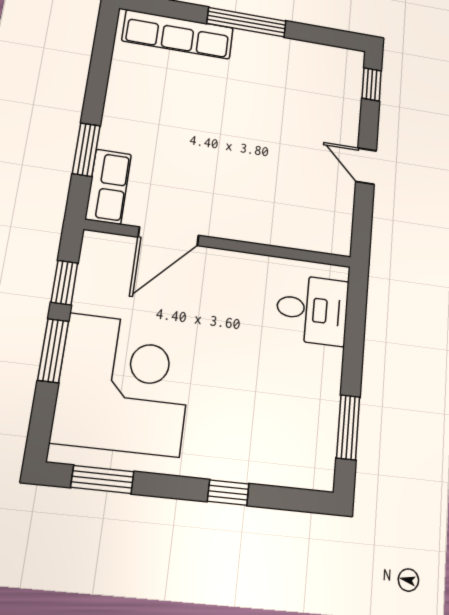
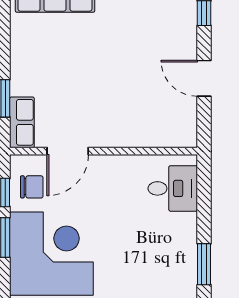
door: (366, 166) -> (204, 78), width x1.38
chair: (109, 280) -> (32, 187), added

